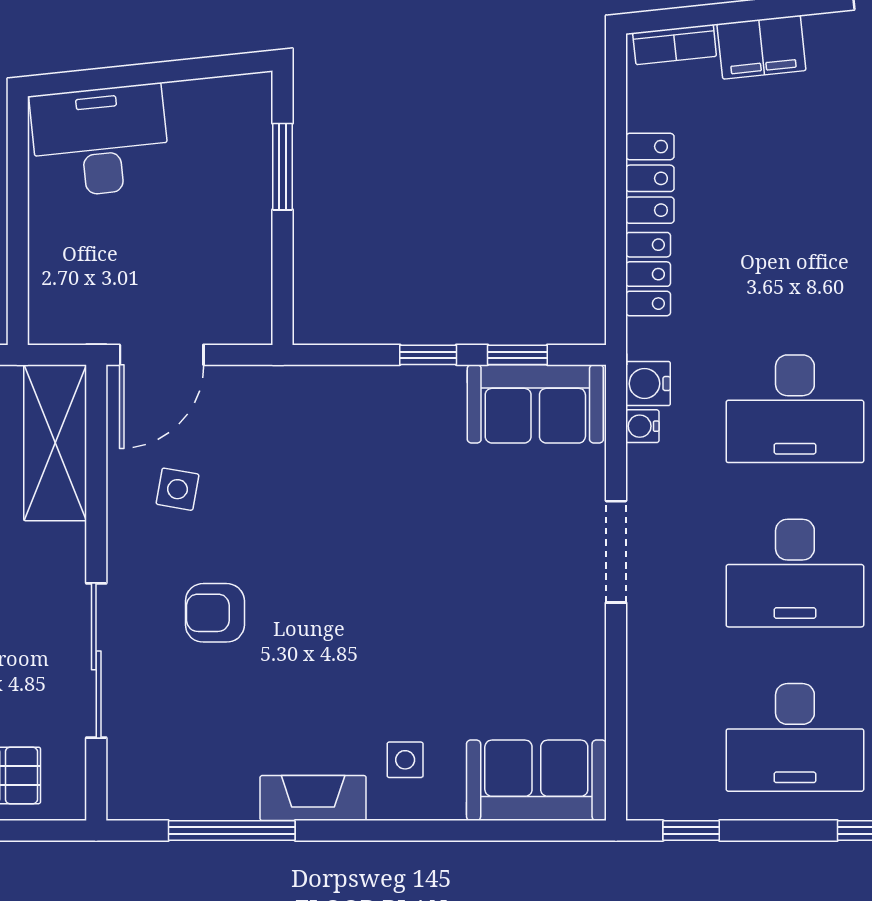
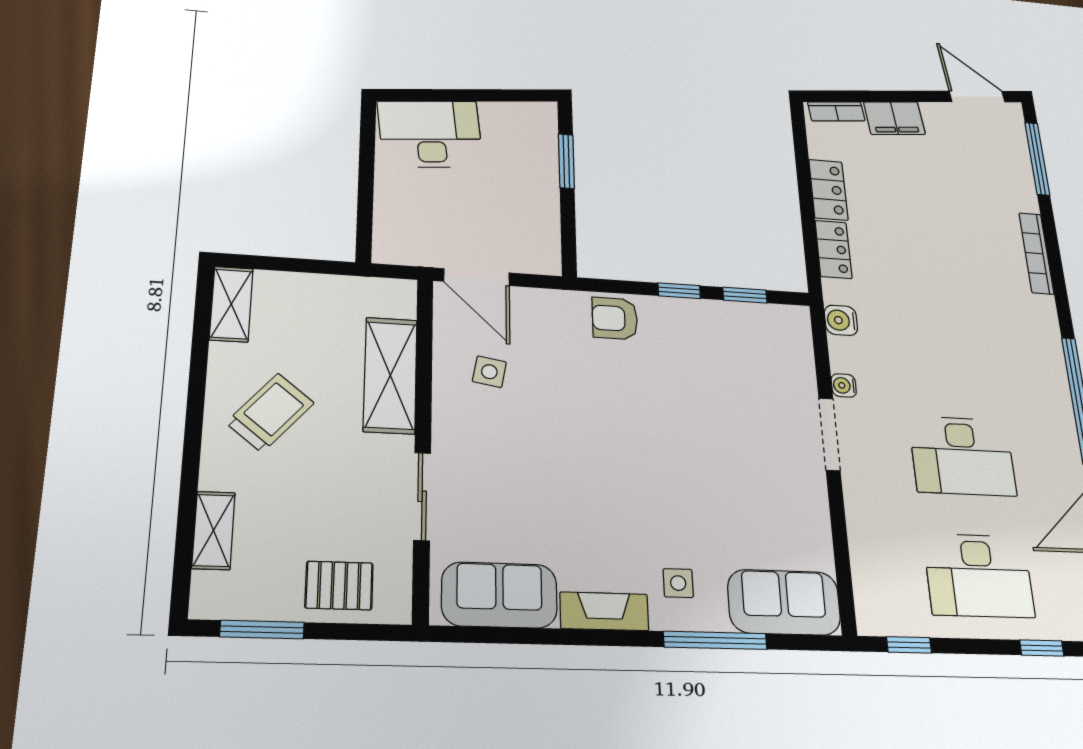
door: (162, 355) -> (477, 277), hinge flipped
sofa: (535, 404) -> (499, 595), moved, turned 180
desk: (795, 409) -> (947, 344), removed
water cooler: (642, 426) -> (844, 385), moved
shelving: (55, 443) -> (390, 375), moved
armchair: (215, 613) -> (615, 318), moved
sliding door: (96, 660) -> (422, 496), width x0.73
window: (232, 830) -> (715, 640), moved

